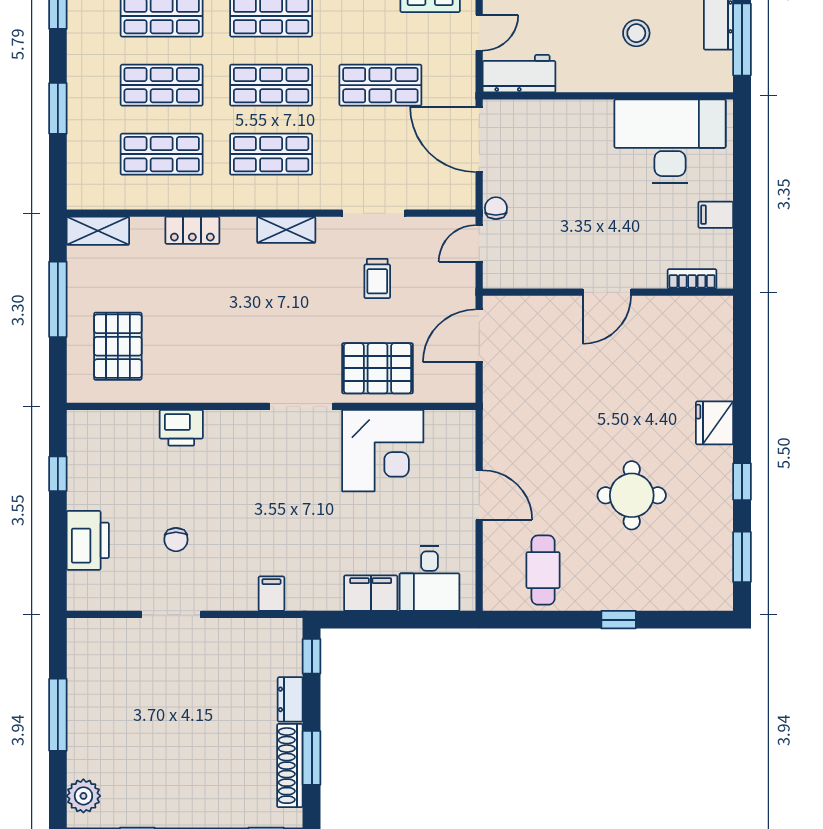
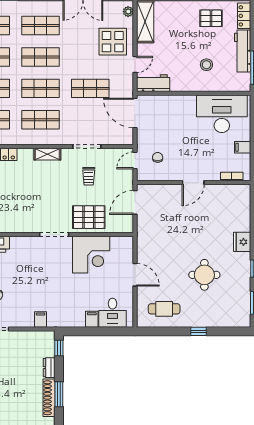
chair: (496, 208) -> (158, 157), moved
cafe table: (543, 570) -> (164, 309), turned 90
filing cabinet: (371, 593) -> (92, 319), width x0.50

